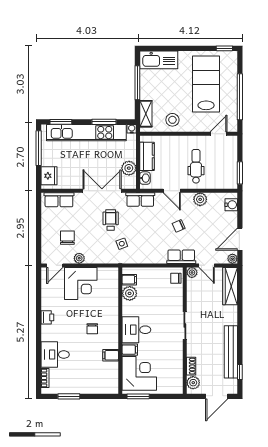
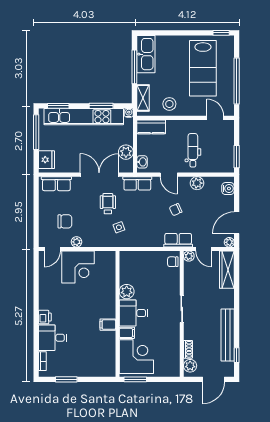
kitchen sink: (159, 60) -> (146, 54), moved, turned -90
lab bench: (206, 84) -> (203, 68), turned 180
door: (219, 134) -> (215, 118), hinge flipped
kitchen counter: (147, 156) -> (151, 127), moved, turned 90
chair: (67, 238) -> (65, 221), turned 90
filing cabinet: (129, 280) -> (126, 263), removed
plant: (130, 293) -> (127, 292), moved
printer: (47, 317) -> (45, 317), moved
chair: (92, 329) -> (90, 312), removed
filing cabinet: (111, 355) -> (108, 325), moved

